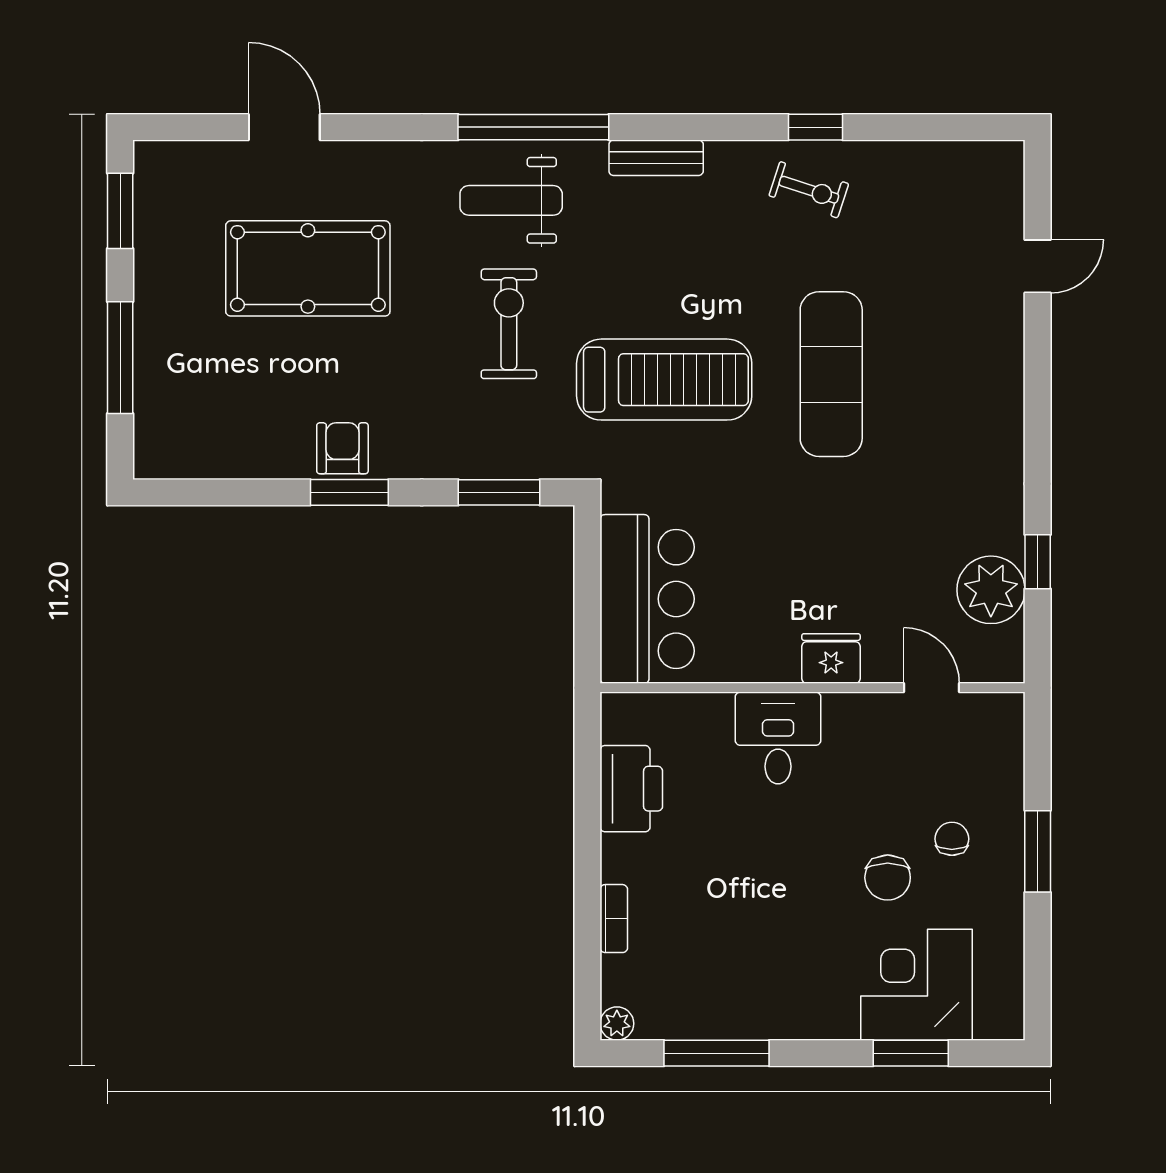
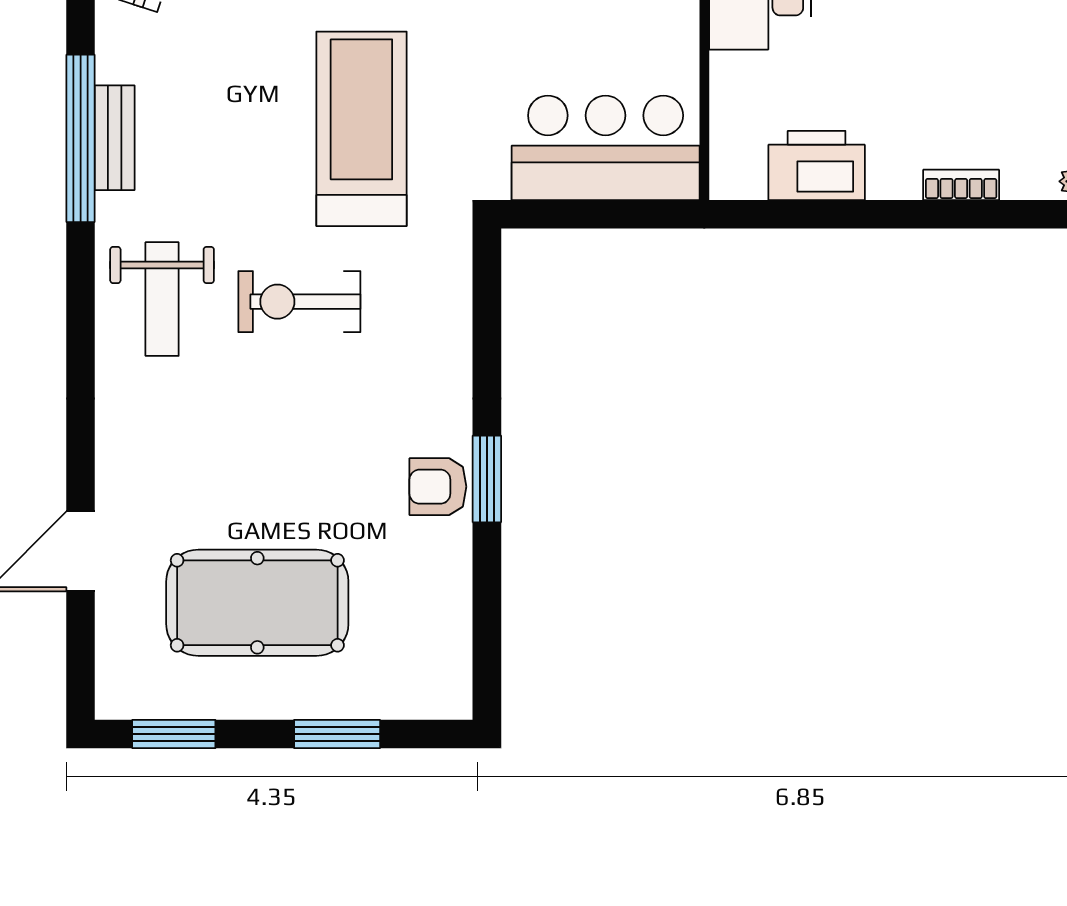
window: (533, 127) -> (81, 138), moved
pool table: (308, 268) -> (257, 603), moved, turned 90
window: (120, 358) -> (337, 734), width x0.69
window: (499, 492) -> (487, 312), removed

